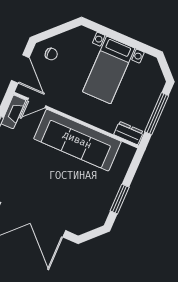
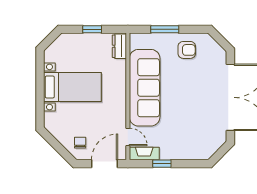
window: (157, 114) -> (92, 29), width x0.46
armchair: (97, 197) -> (187, 50), added
window: (120, 199) -> (165, 29), moved

